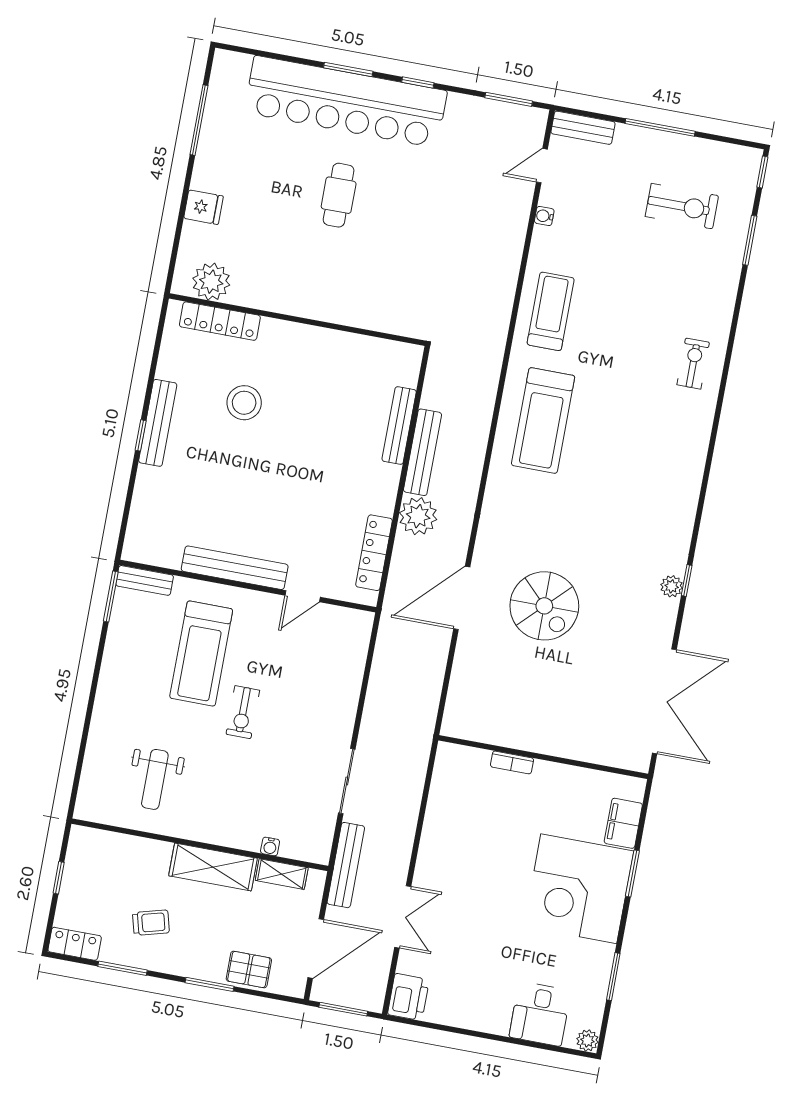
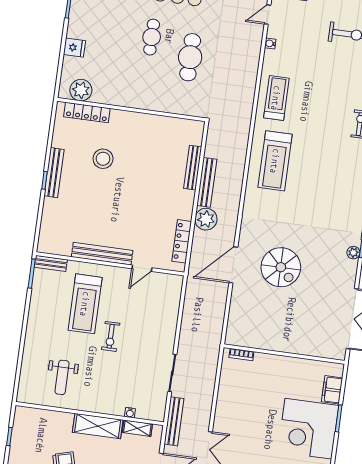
cafe table: (404, 233) -> (190, 57), added
bookcase: (512, 762) -> (241, 354), moved

